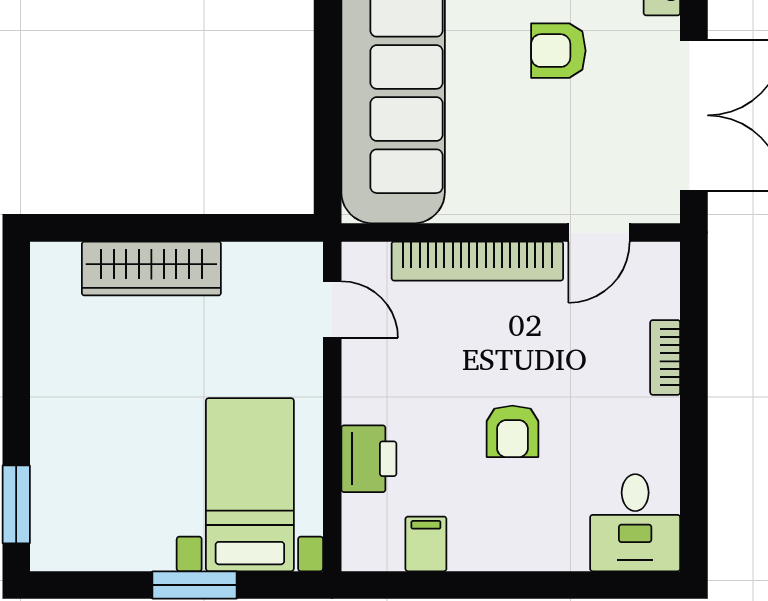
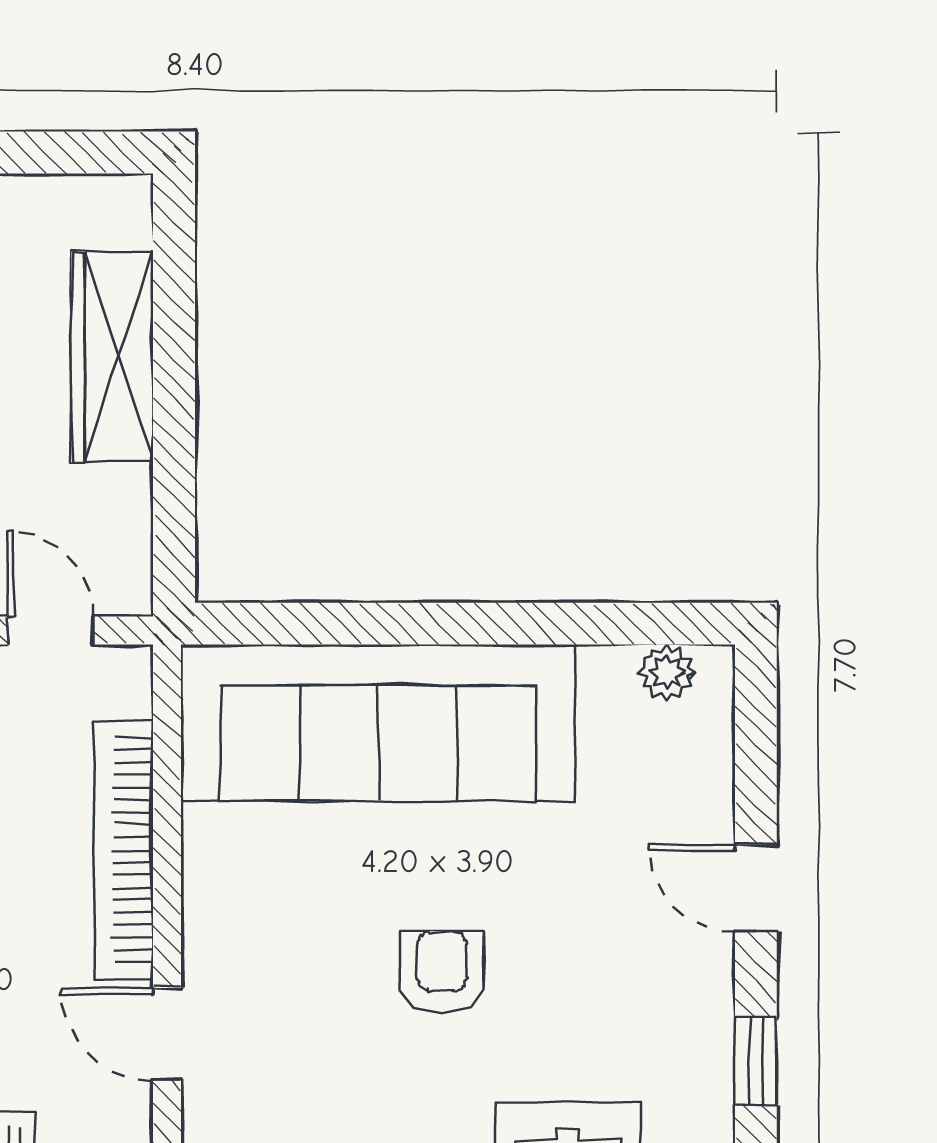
door: (332, 310) -> (50, 630), swing flipped

